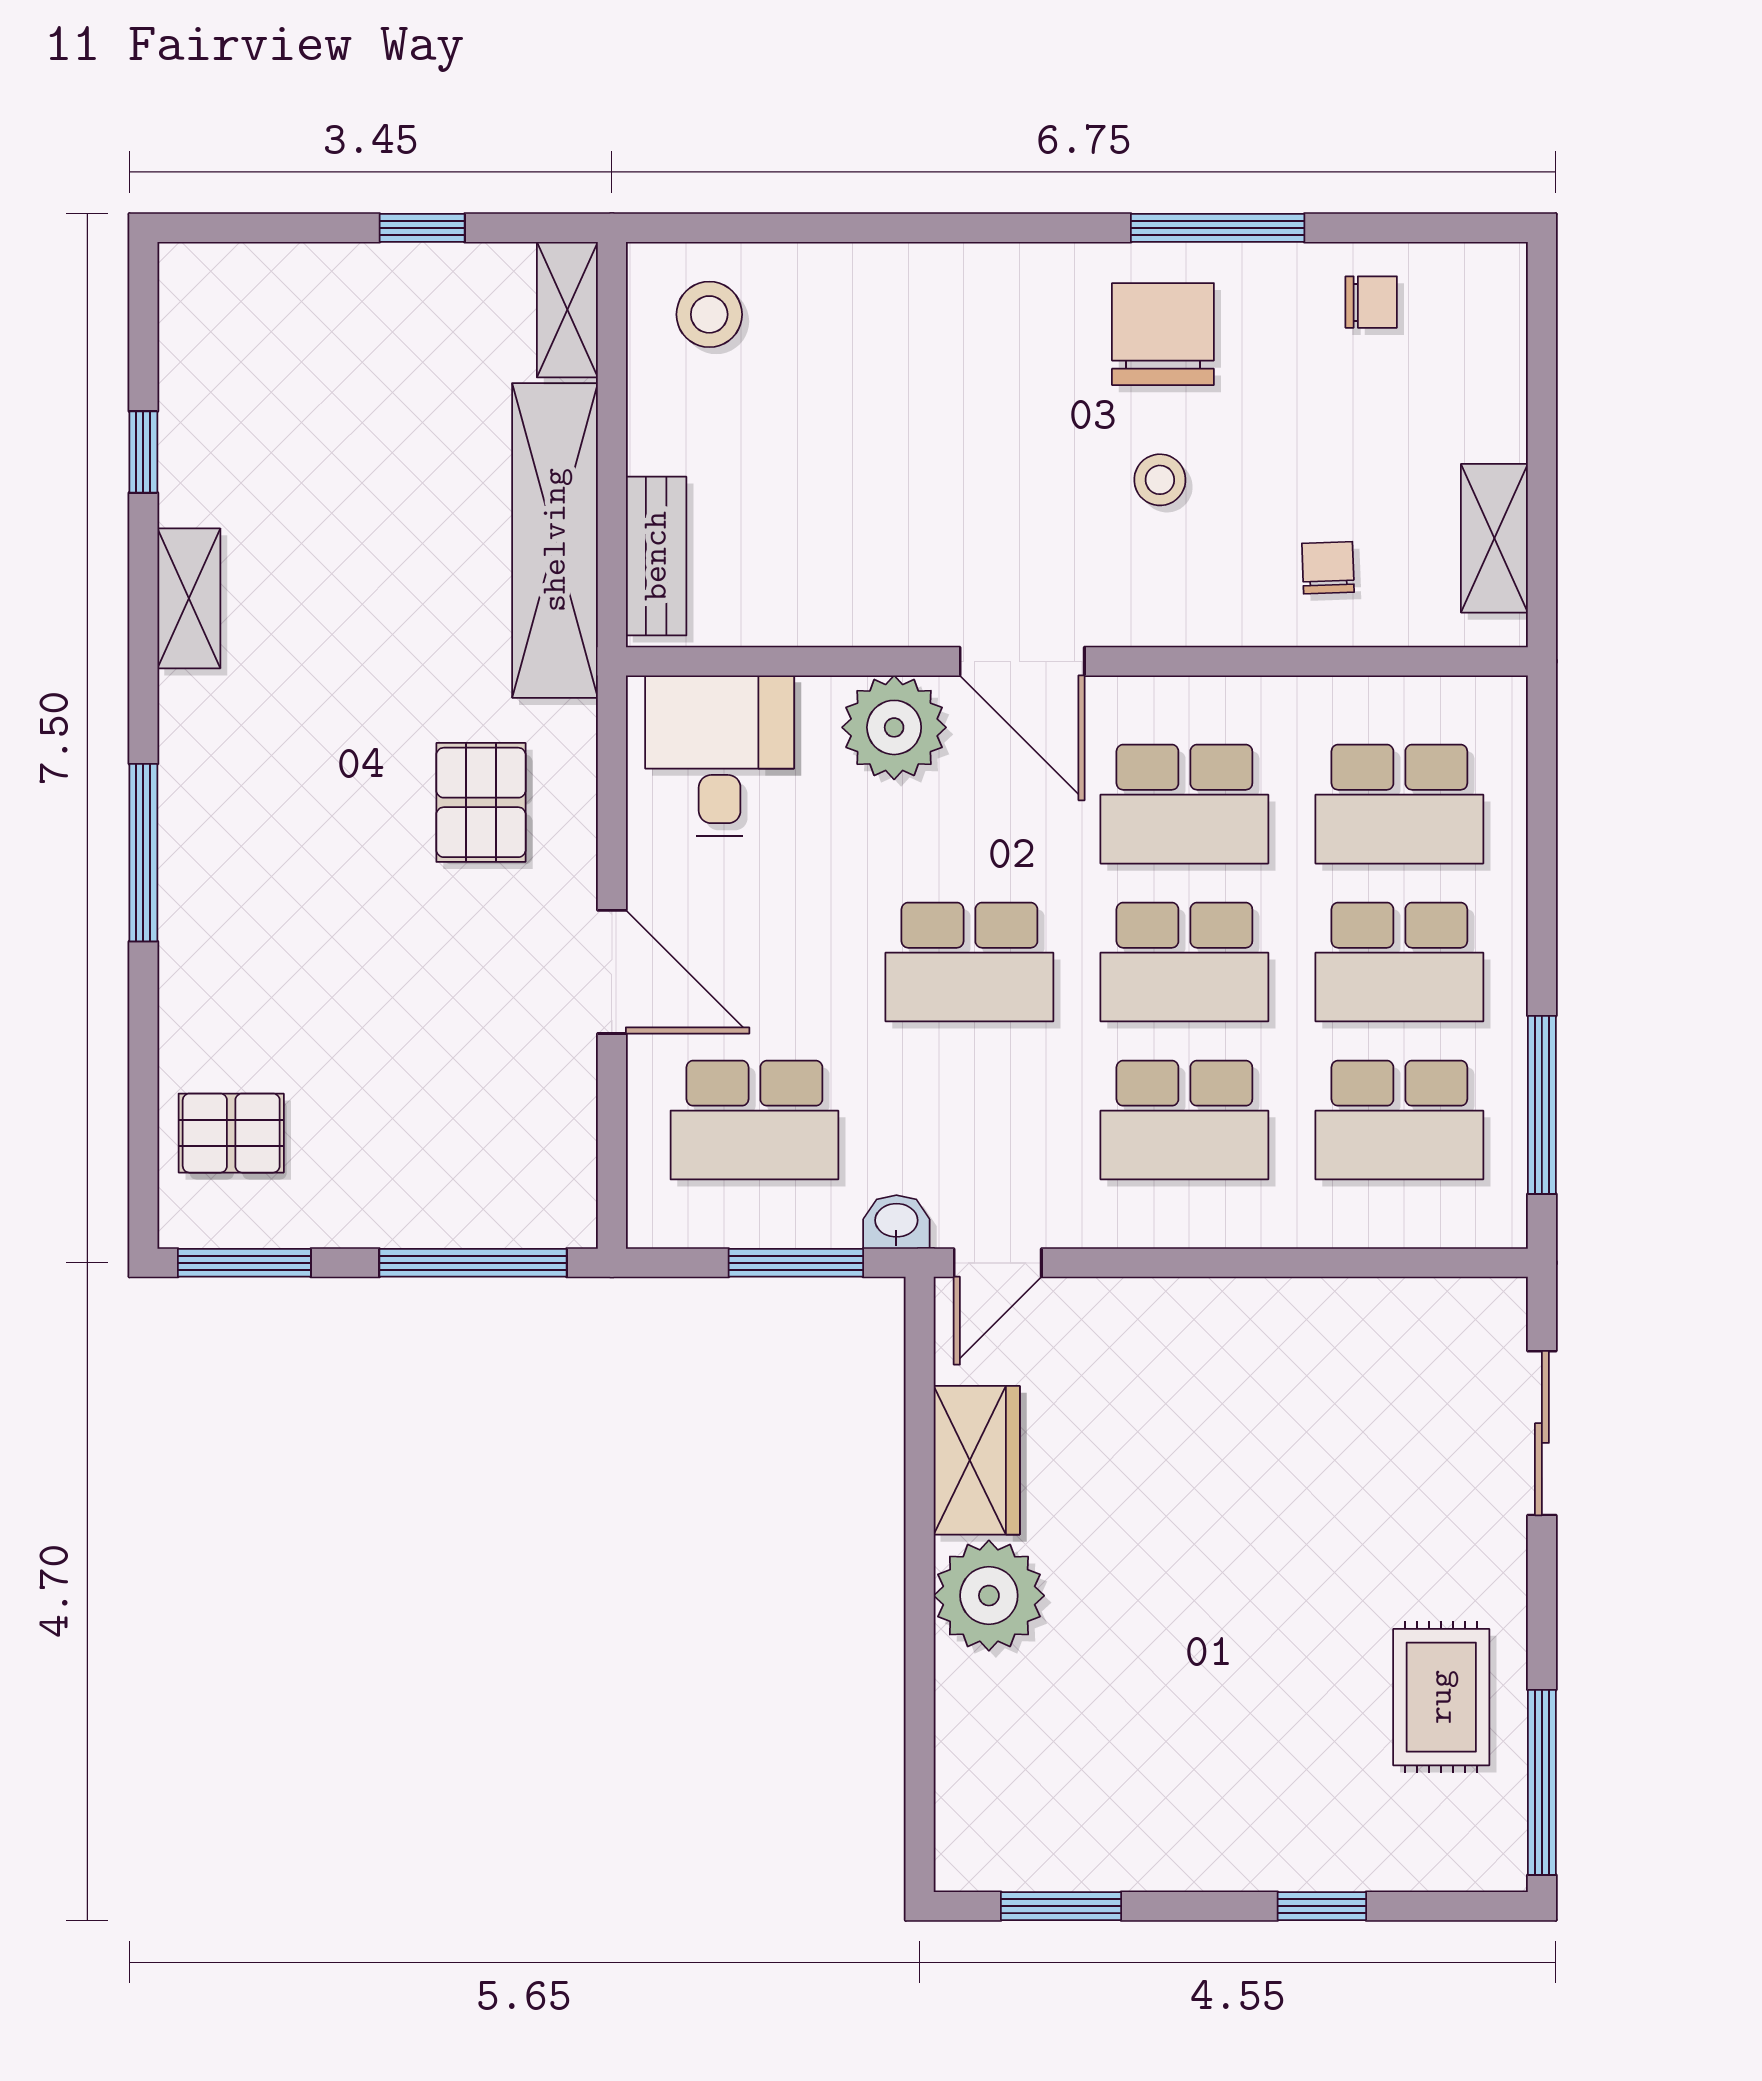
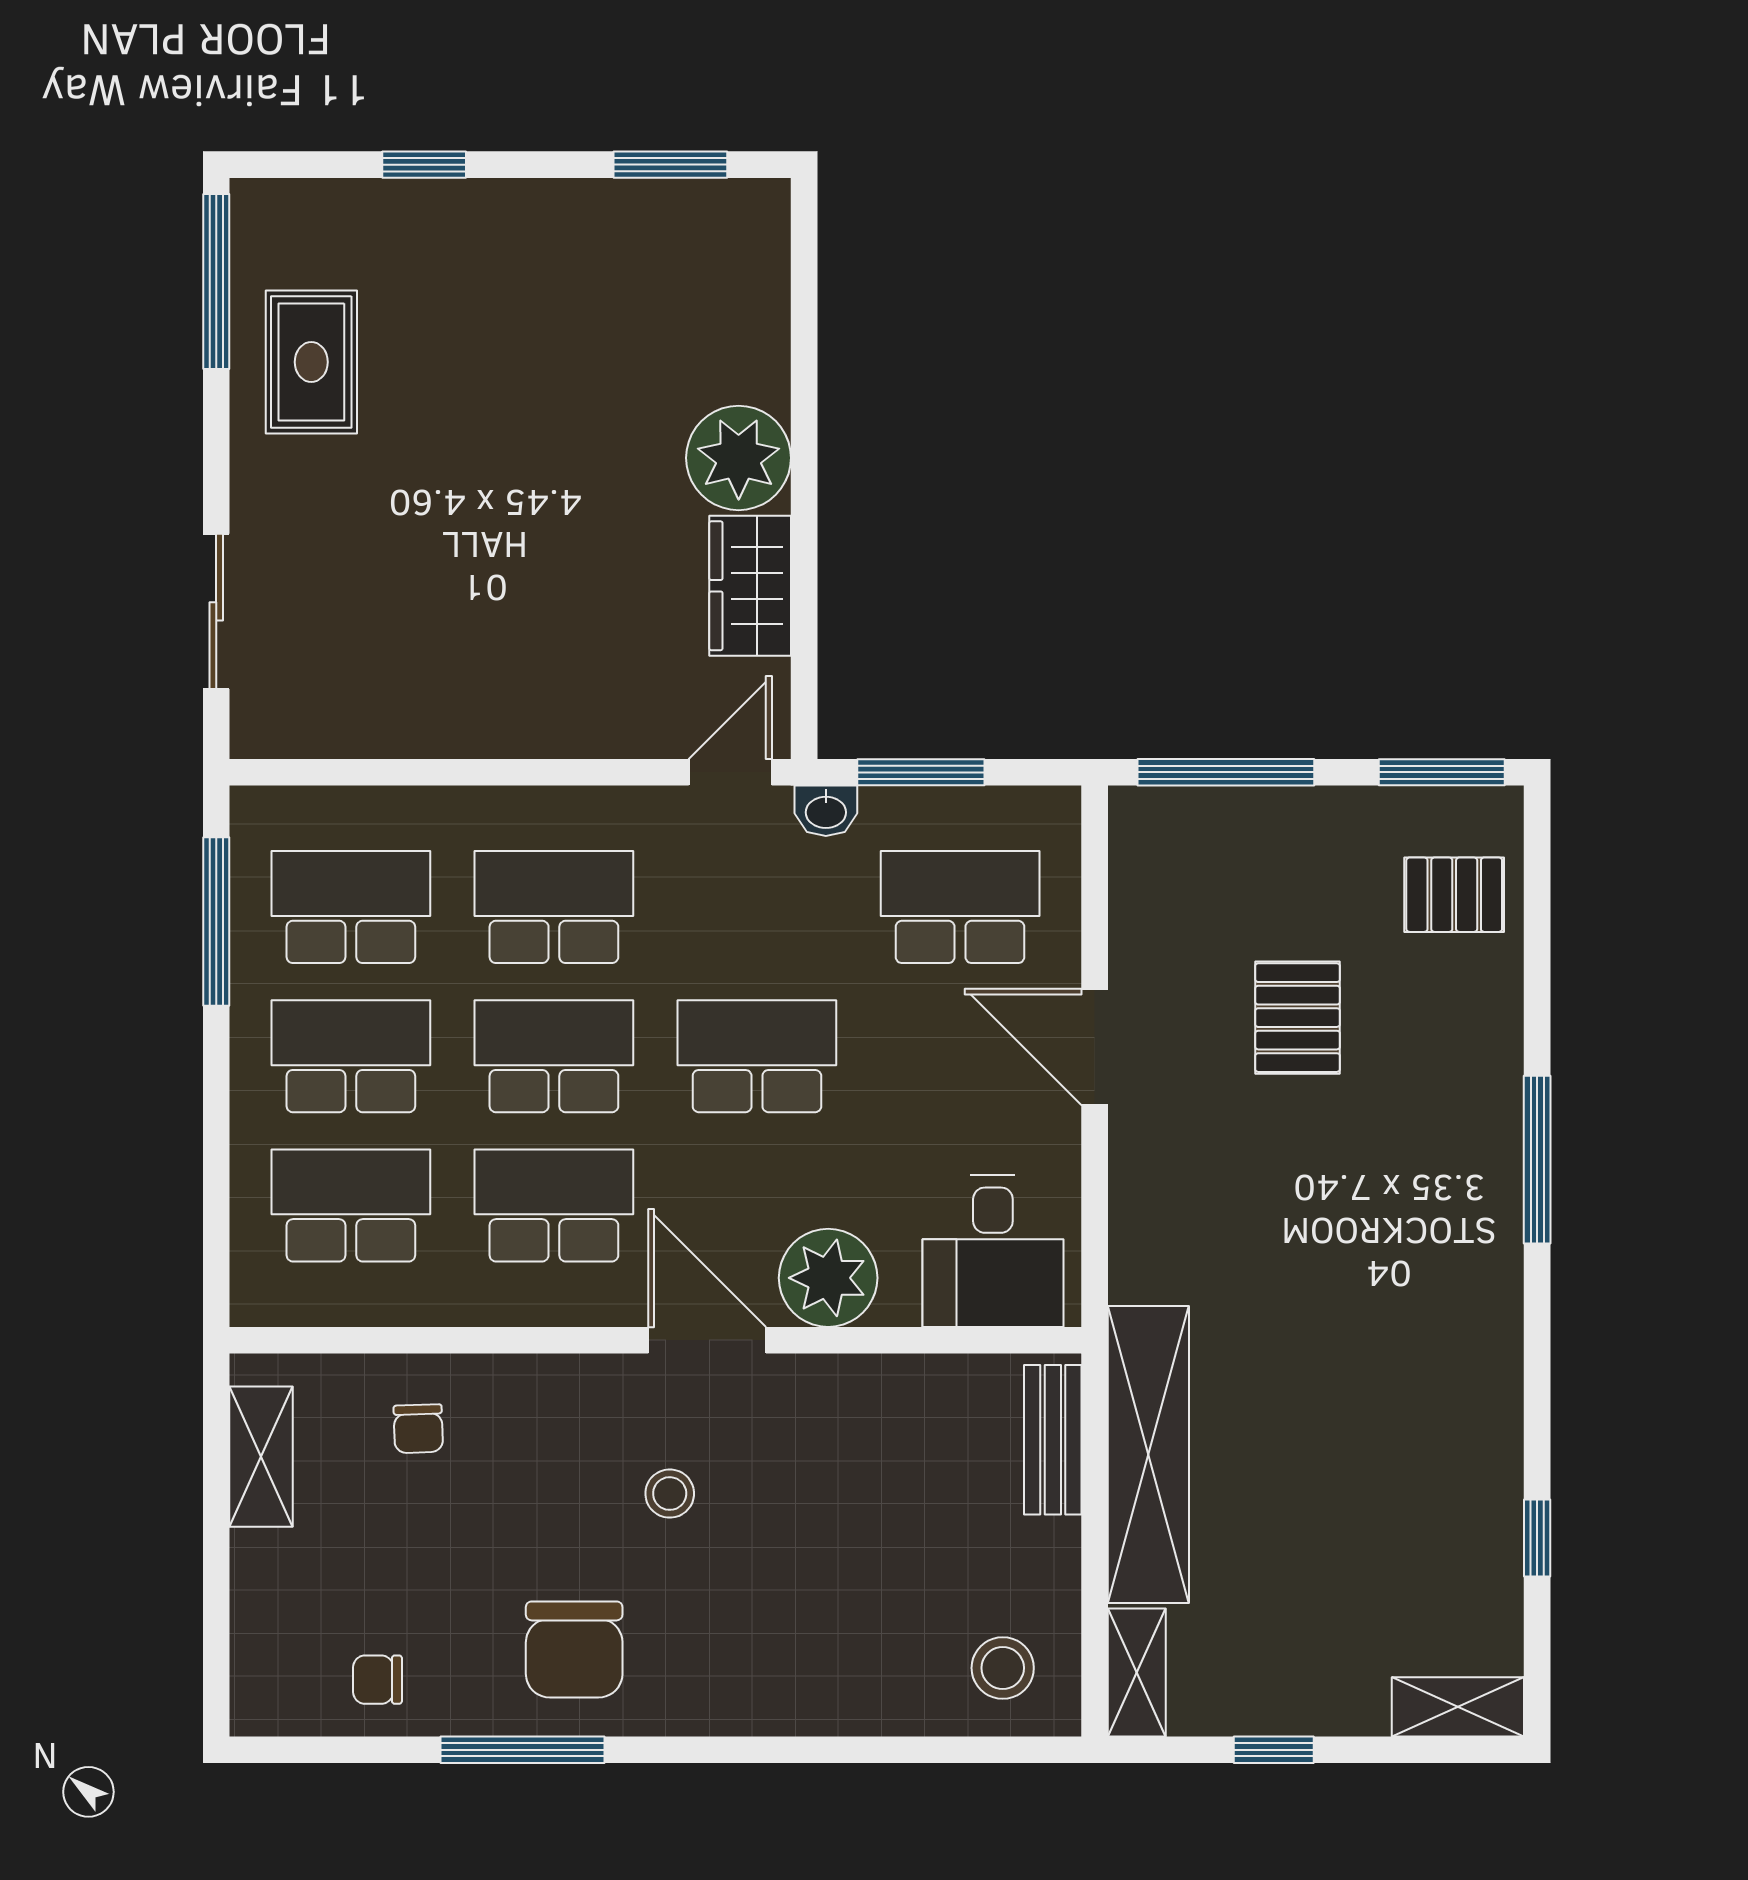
stool: (1160, 480) -> (670, 1494), moved
shelving: (189, 598) -> (1458, 1707), moved, turned 90
pallet: (481, 802) -> (1298, 1018), moved

